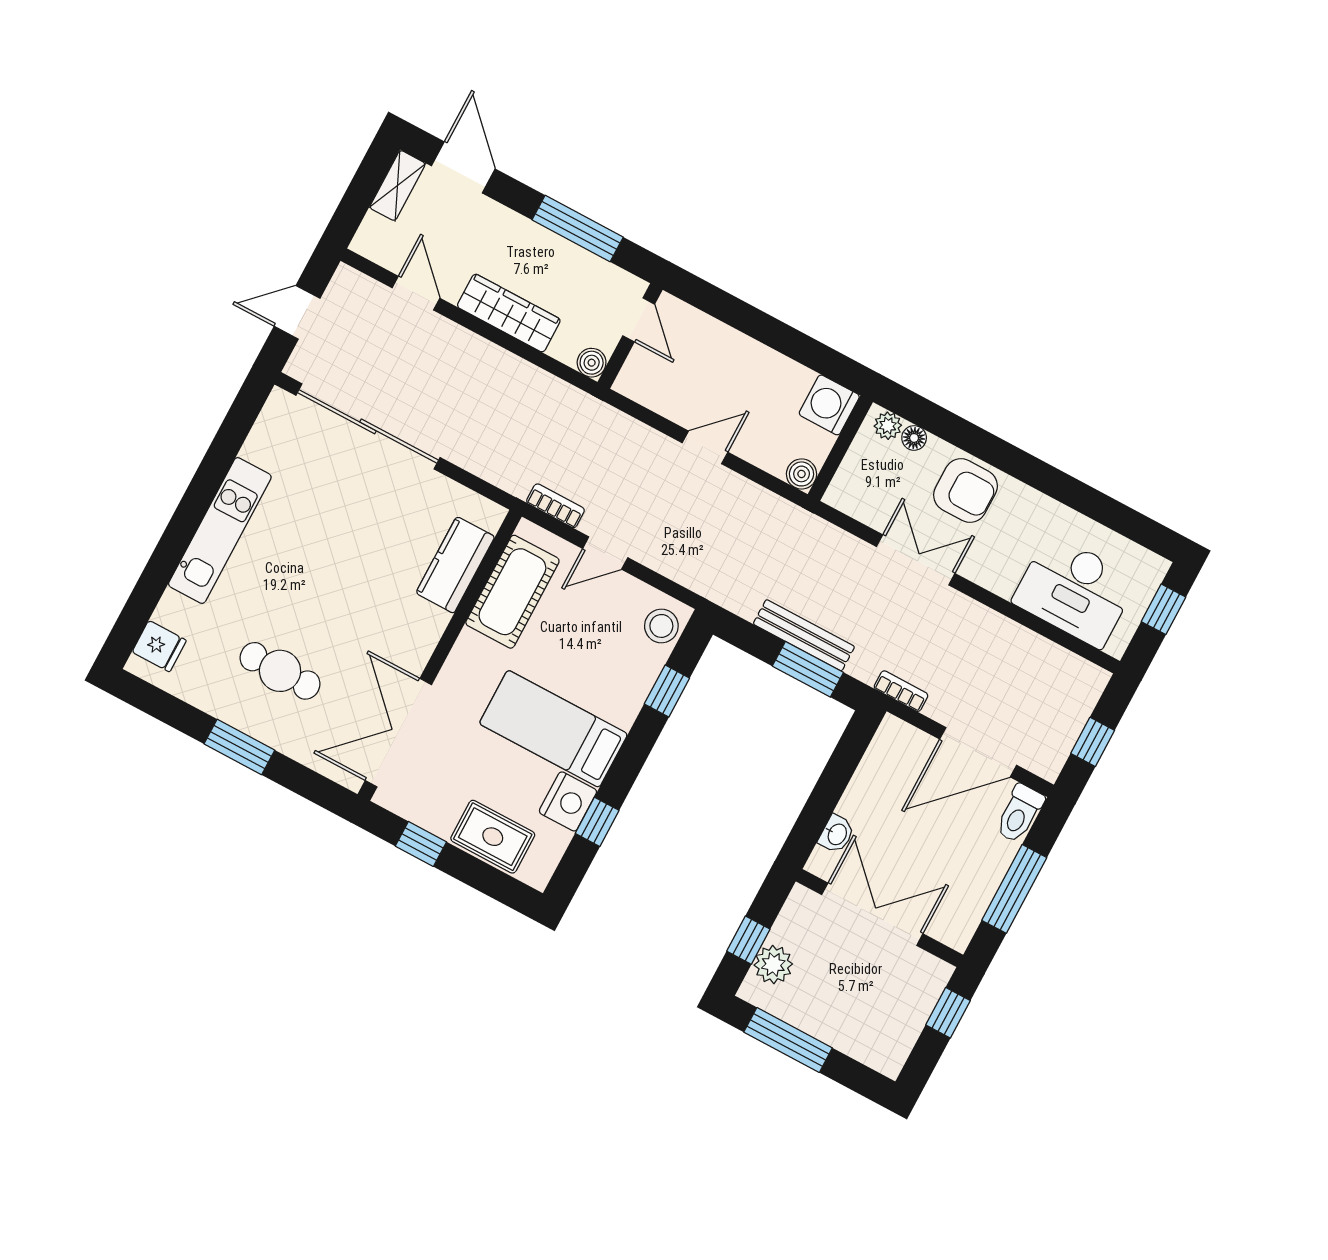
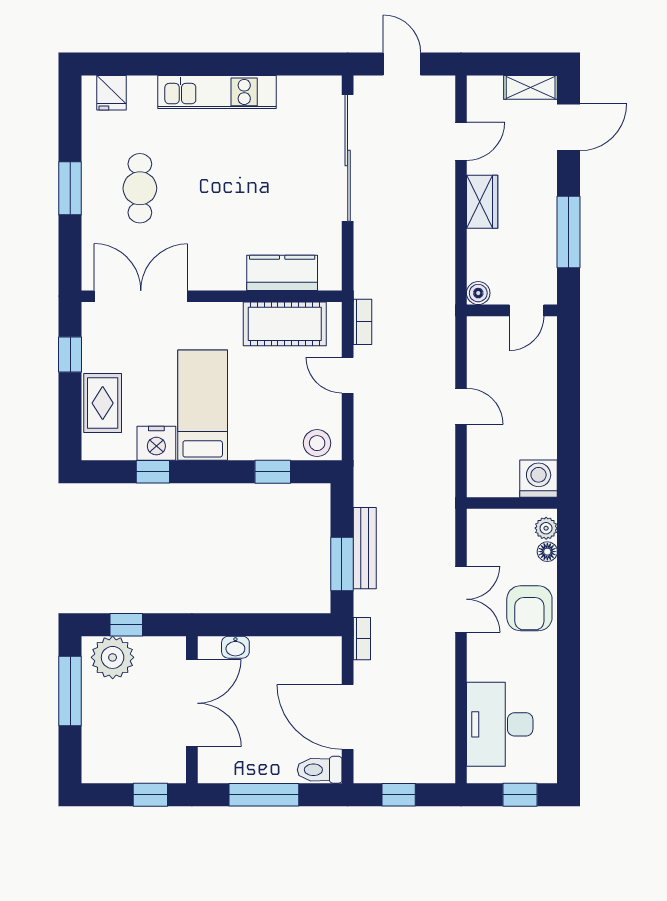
wardrobe: (509, 313) -> (482, 202), width x0.67
boiler: (802, 474) -> (479, 485), removed
plant: (773, 965) -> (113, 657), width x1.36, depth x1.36

